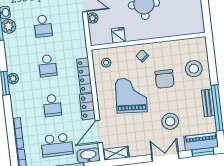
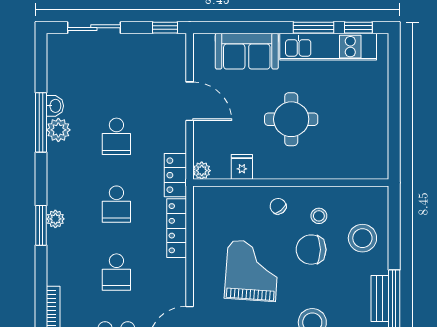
plant: (93, 18) -> (202, 171), moved
stool: (106, 63) -> (319, 216), moved
chair: (165, 79) -> (311, 250), turned 90
locker: (87, 107) -> (175, 175), moved

